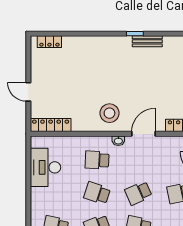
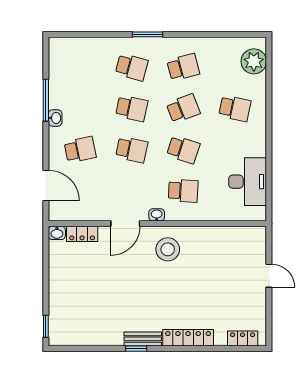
bench: (147, 41) -> (143, 339), moved
locker: (51, 125) -> (188, 338), moved, turned 180
school desk: (138, 193) -> (132, 150), turned 36

